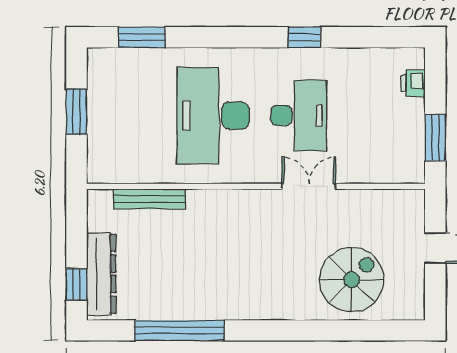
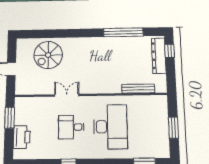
printer: (413, 83) -> (22, 137), width x1.87, depth x1.48
desk: (299, 116) -> (71, 127), width x0.73
double door: (309, 186) -> (67, 95), swing flipped

